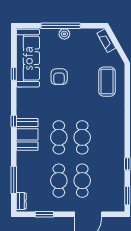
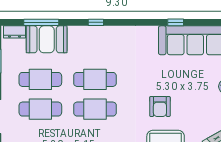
armchair: (59, 77) -> (160, 106), moved, turned -90
window: (14, 121) -> (96, 22), moved
booth: (27, 134) -> (47, 39), moved

